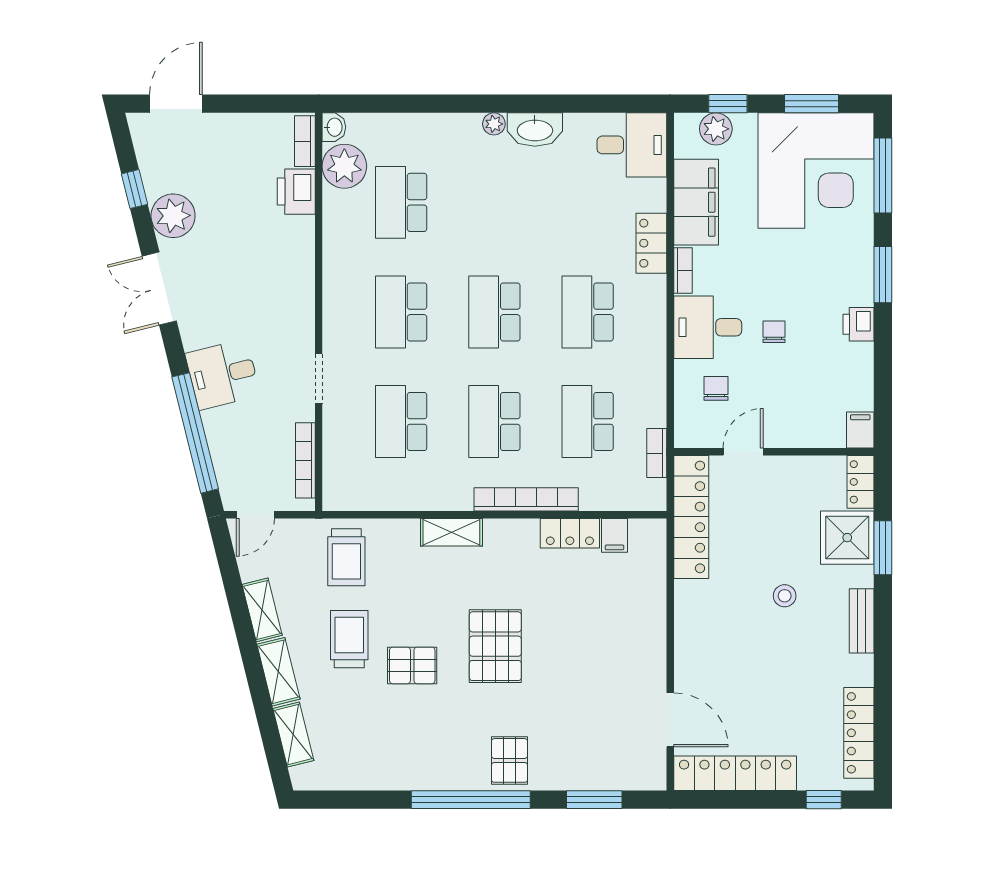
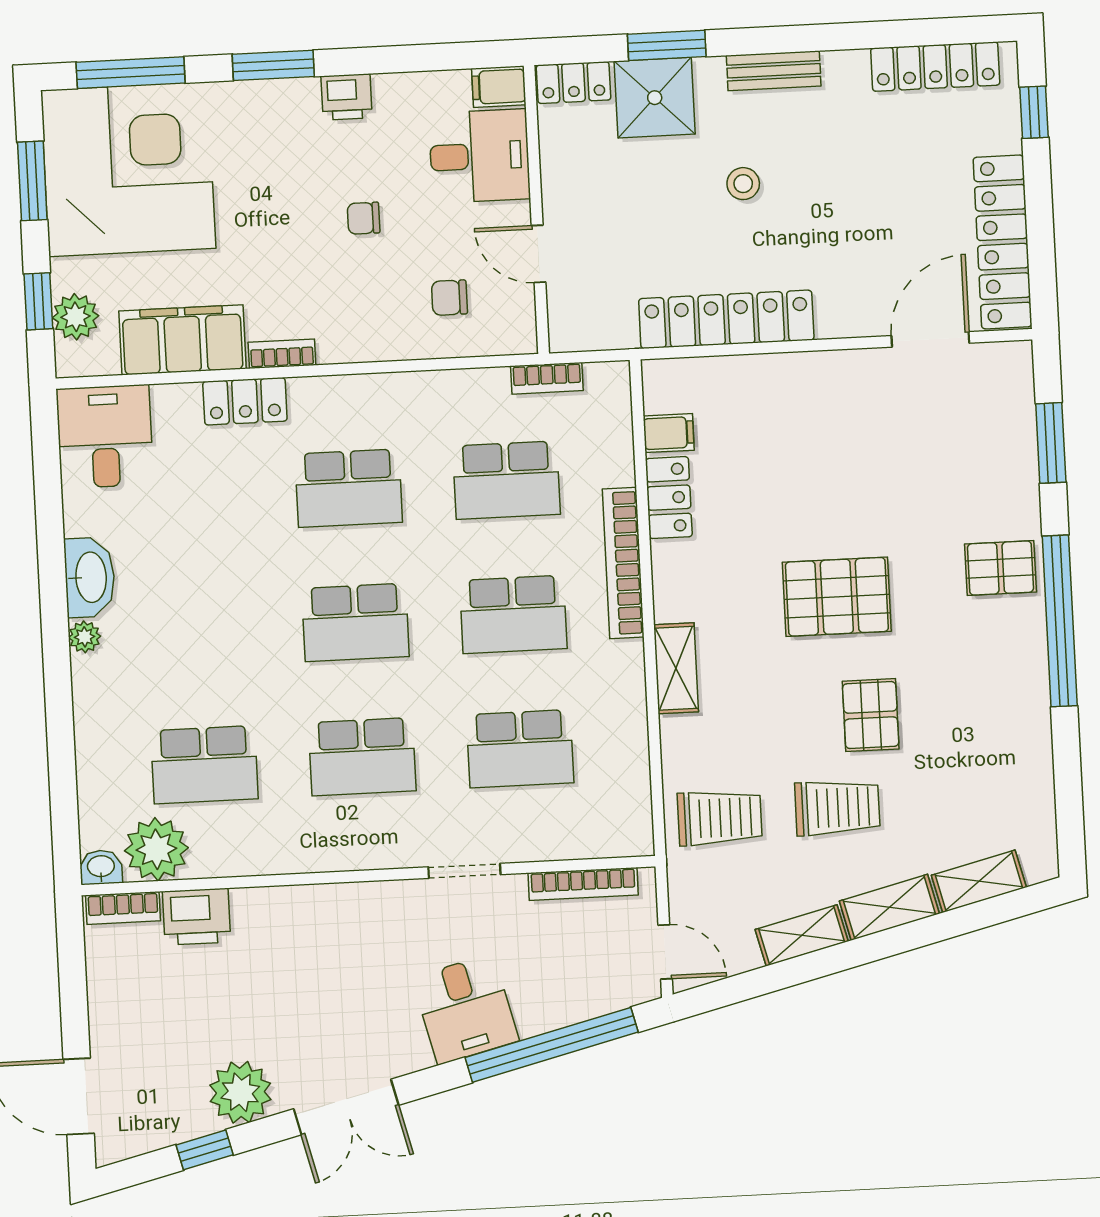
desk: (708, 327) -> (480, 156), moved, turned -90
locker: (691, 517) -> (726, 319), moved
trolley: (349, 639) -> (837, 808), turned 180

